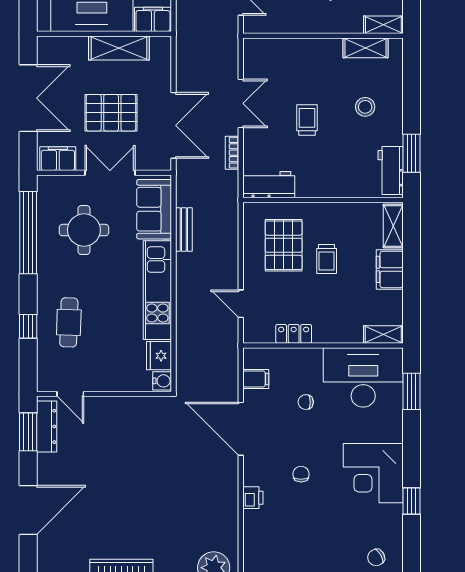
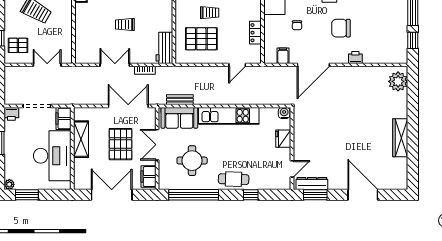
bench: (184, 230) -> (180, 100), moved
cafe table: (69, 322) -> (234, 179), moved
fridge: (159, 356) -> (283, 139), moved, turned 90
chair: (301, 474) -> (341, 28), width x1.87, depth x1.87

